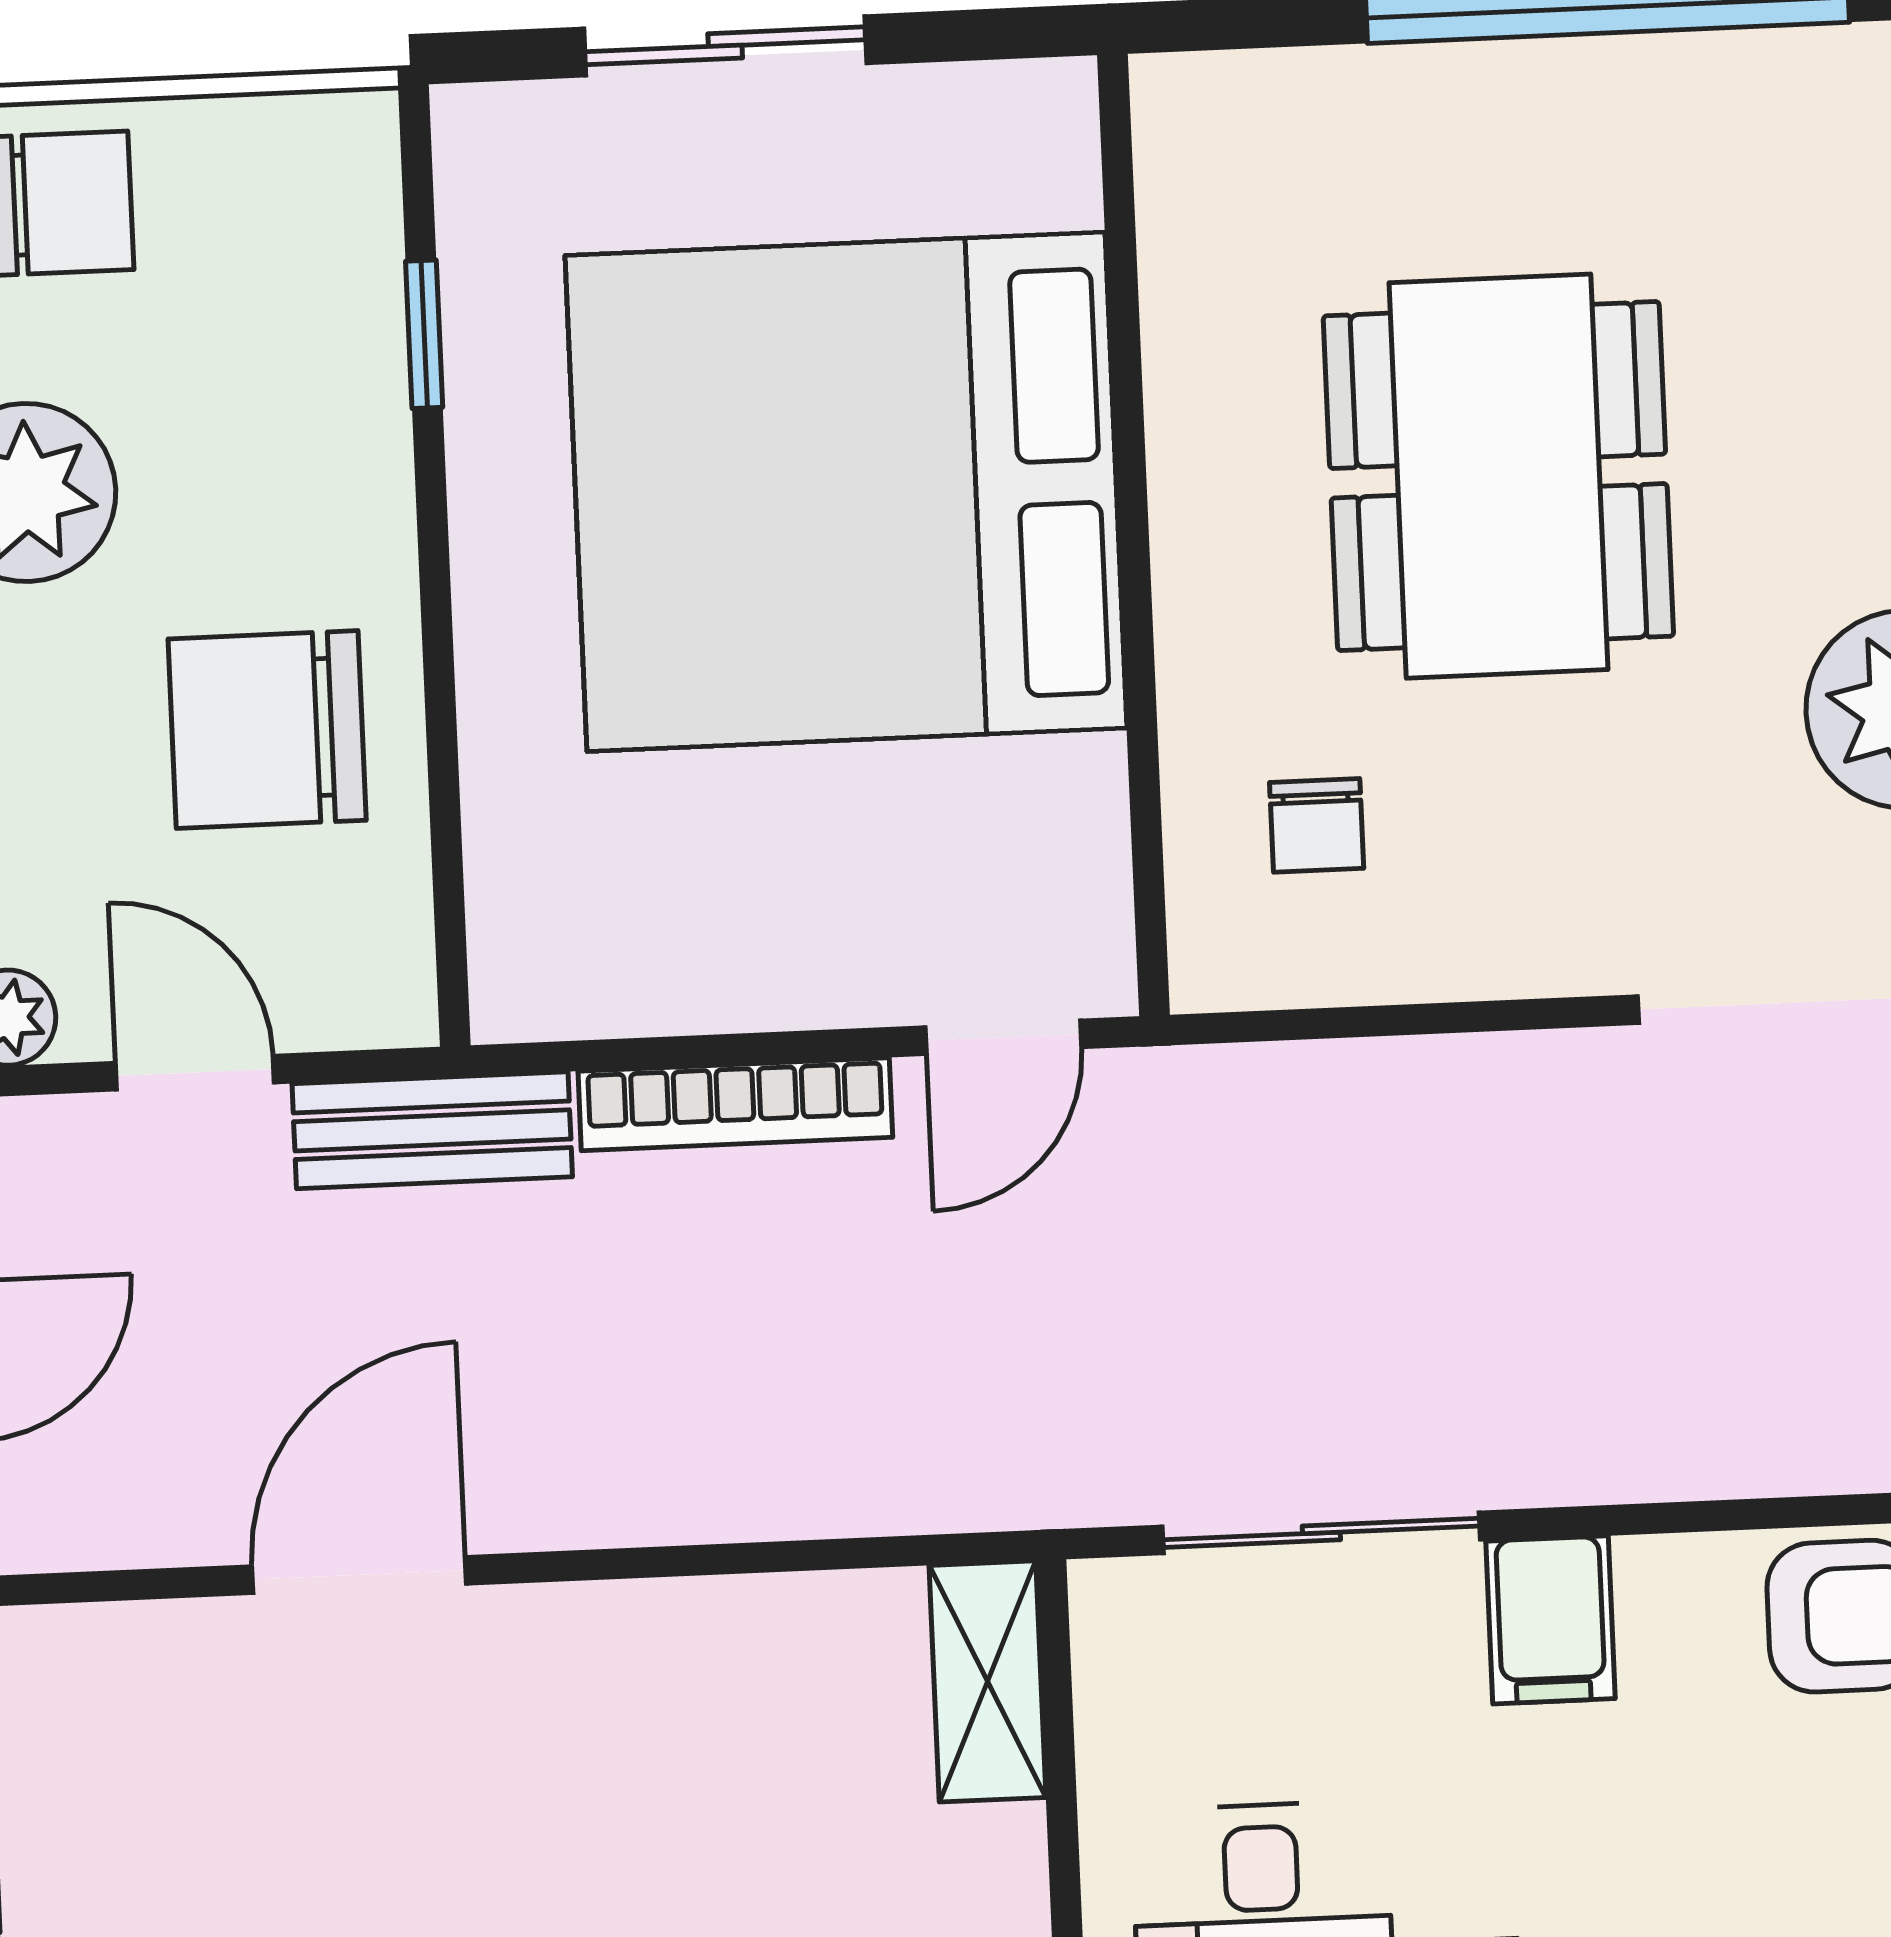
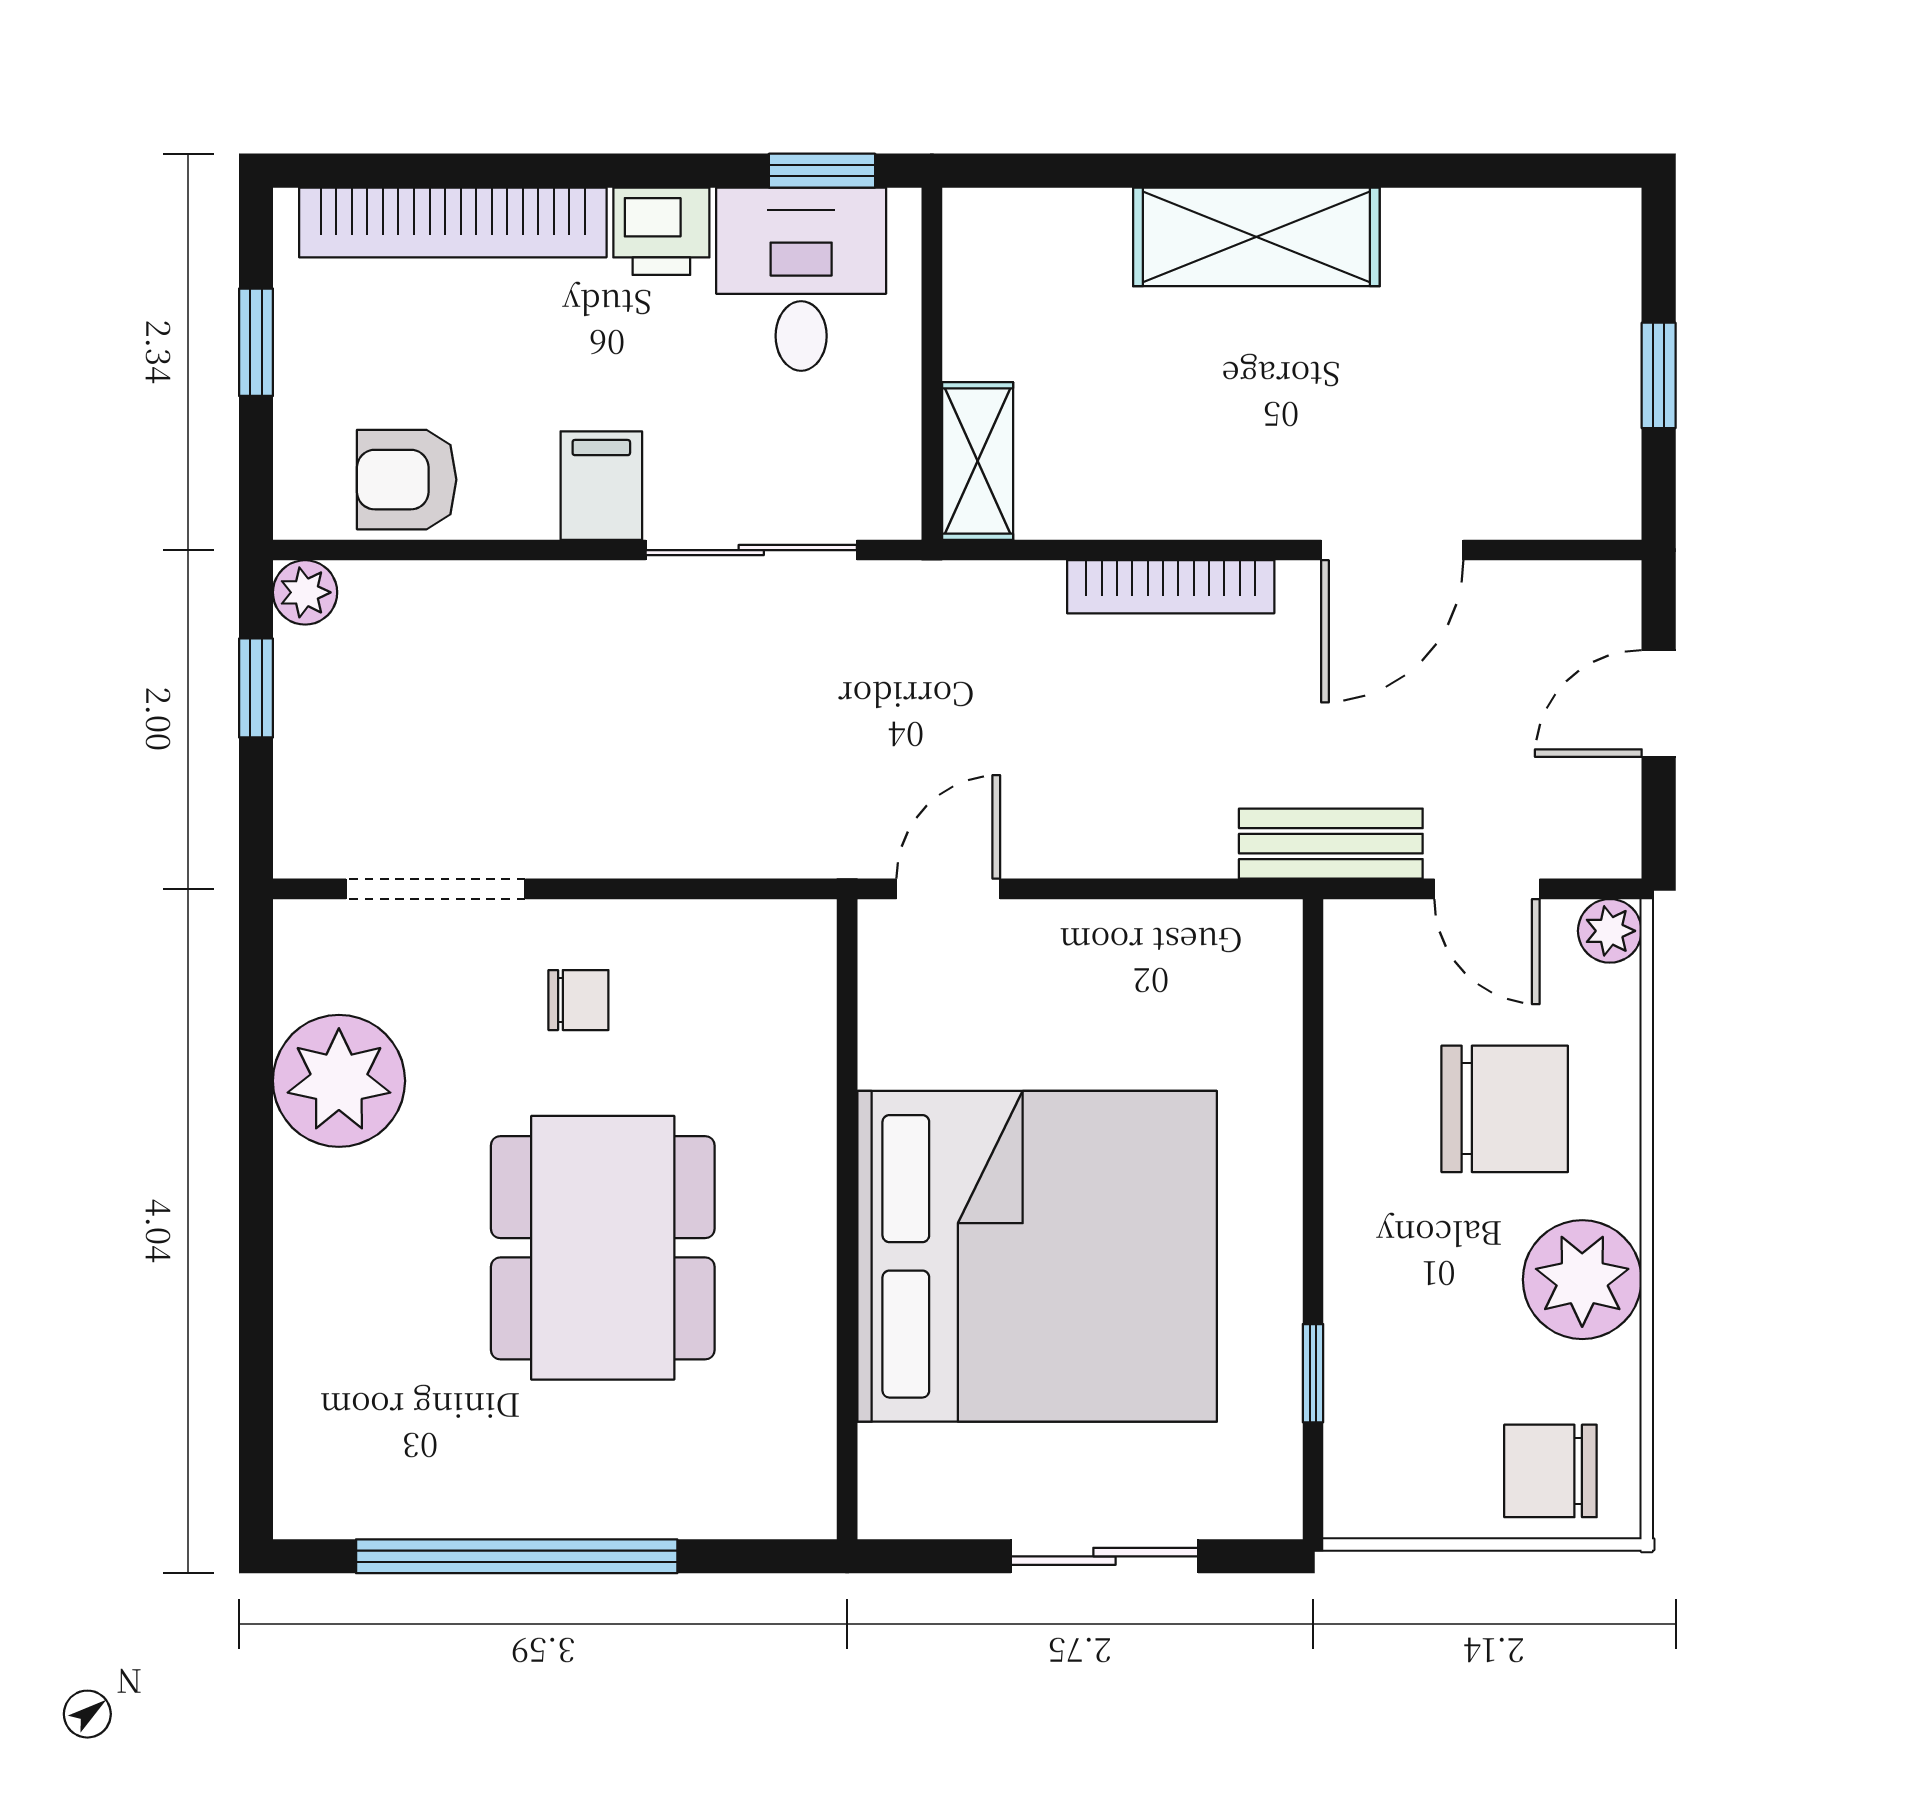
chair: (267, 730) -> (1505, 1109), moved
chair: (1317, 825) -> (578, 1000), moved, turned 90
bookcase: (735, 1104) -> (1171, 587), moved, turned 180

